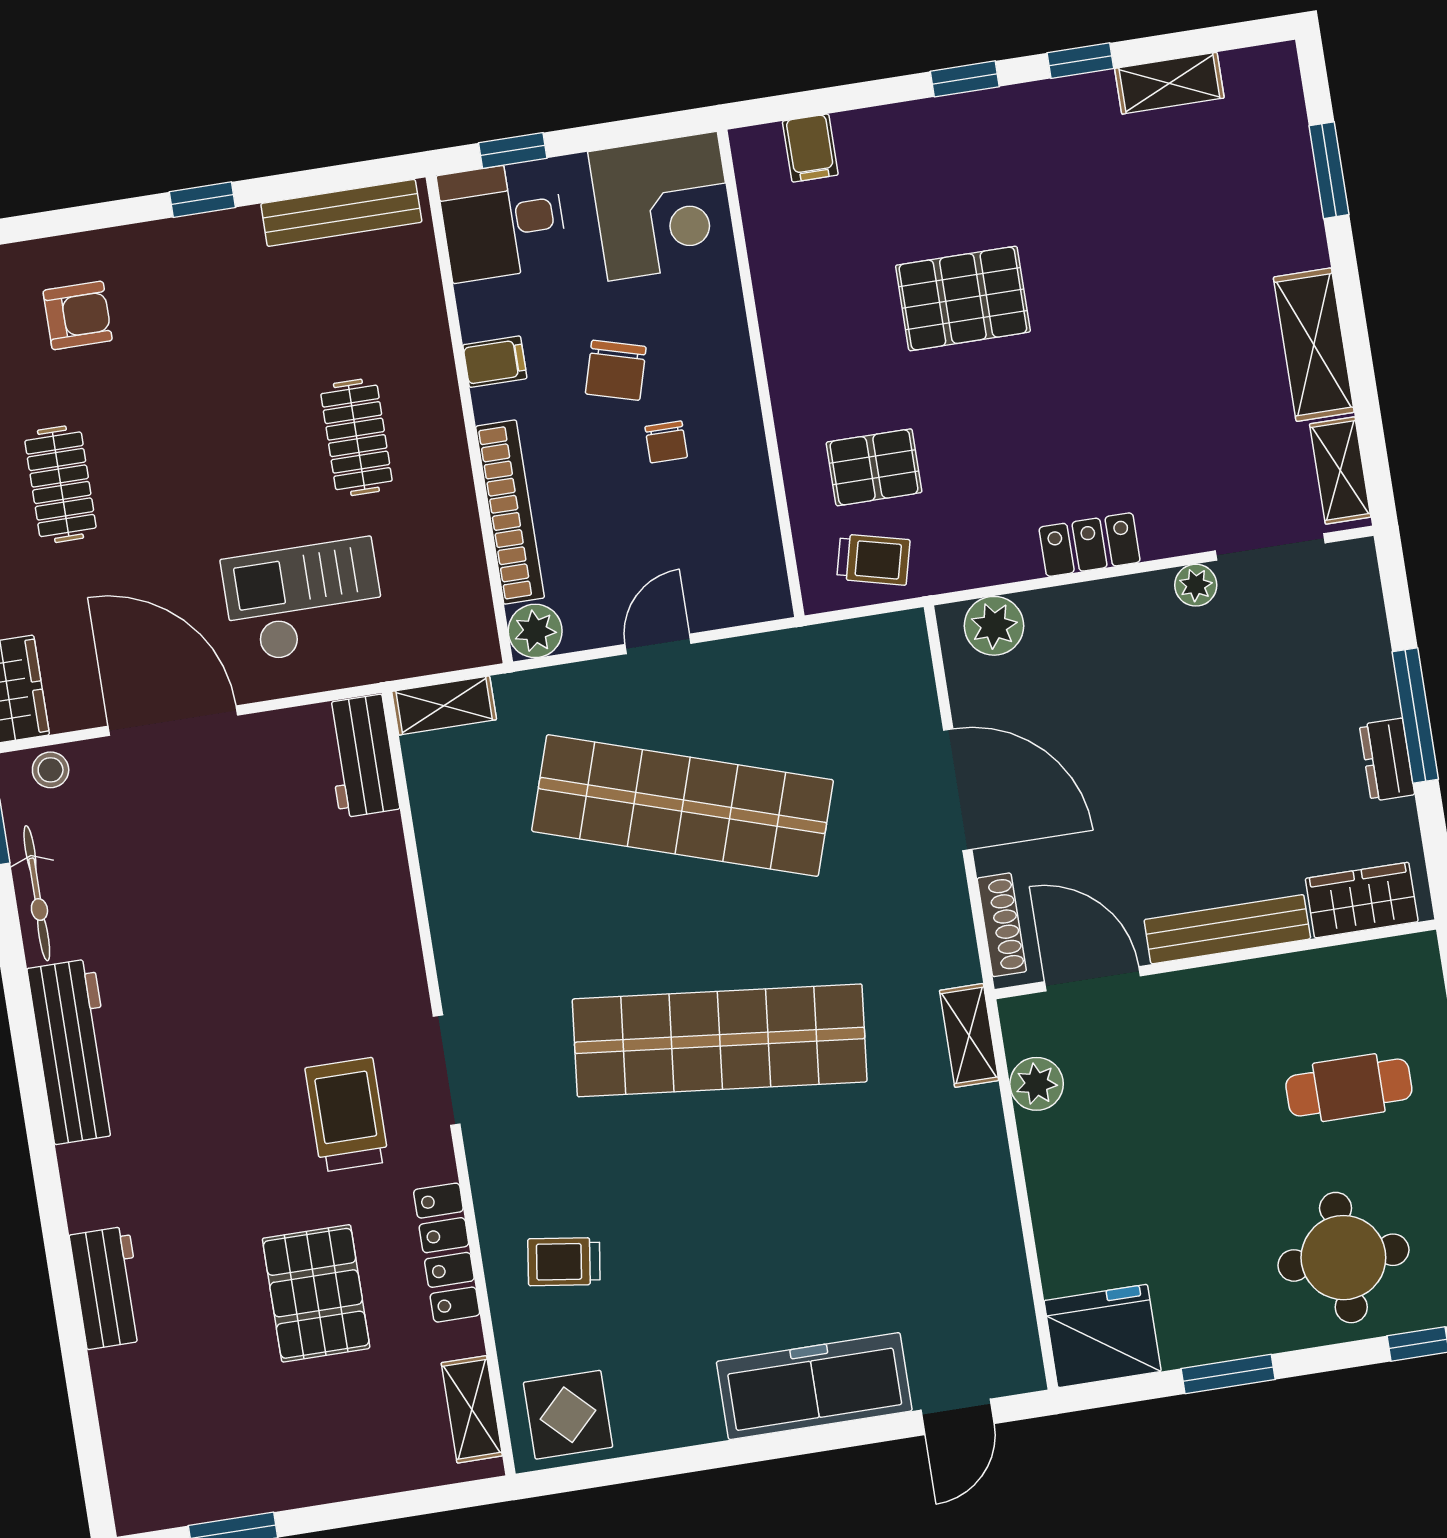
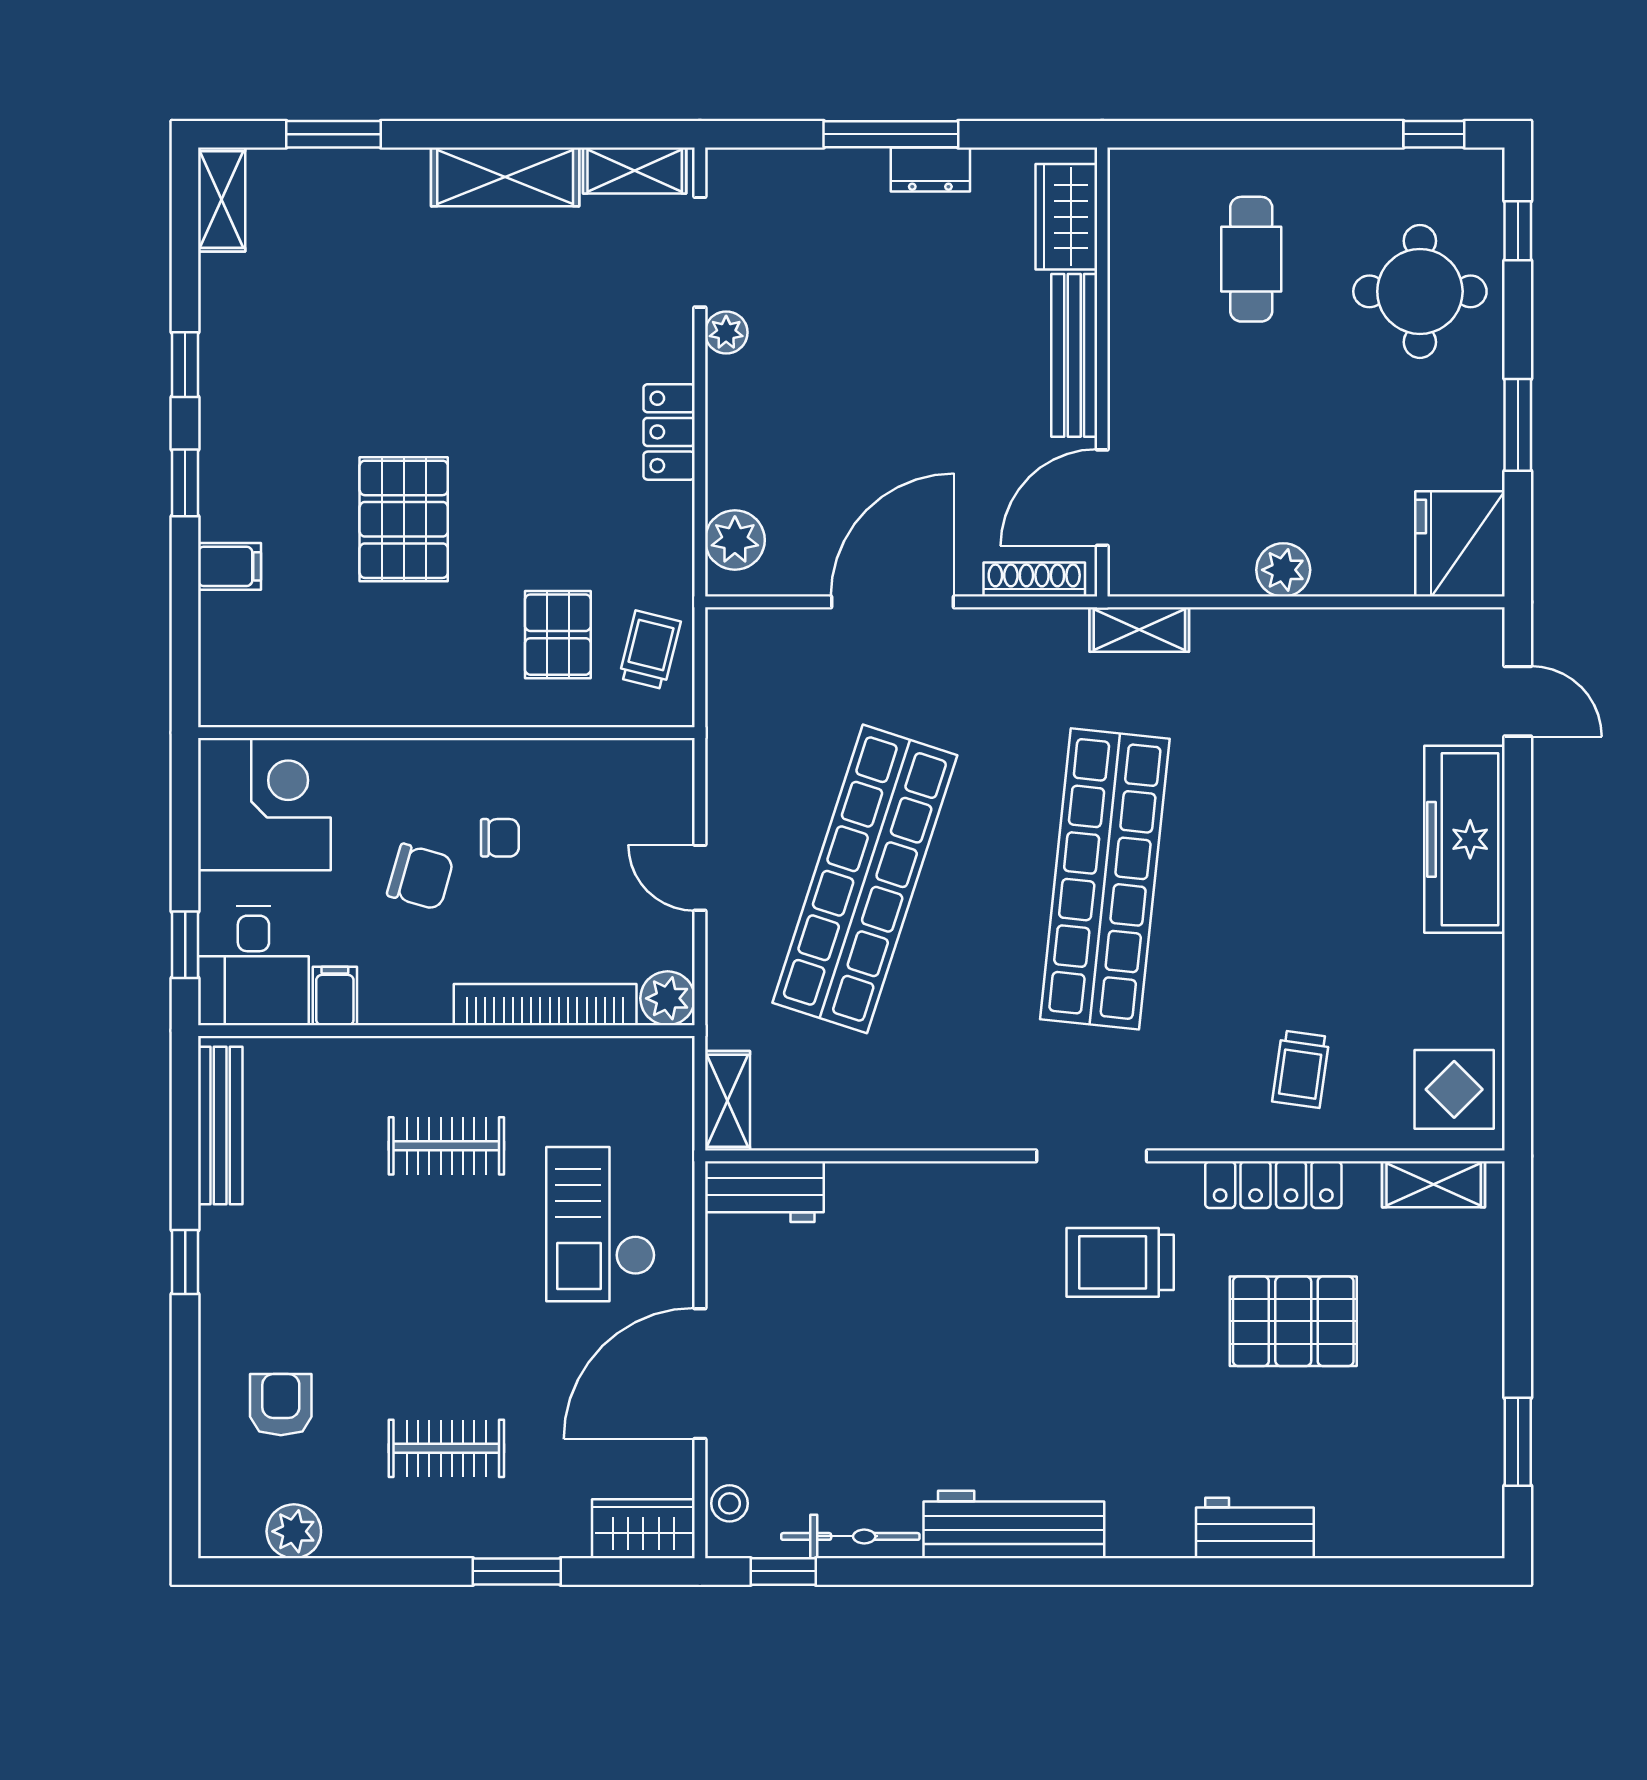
shelving: (1169, 83) -> (222, 200), moved
filing cabinet: (810, 148) -> (230, 566), moved
filing cabinet: (495, 362) -> (335, 996), moved
plant: (1037, 1084) -> (1283, 570), moved

